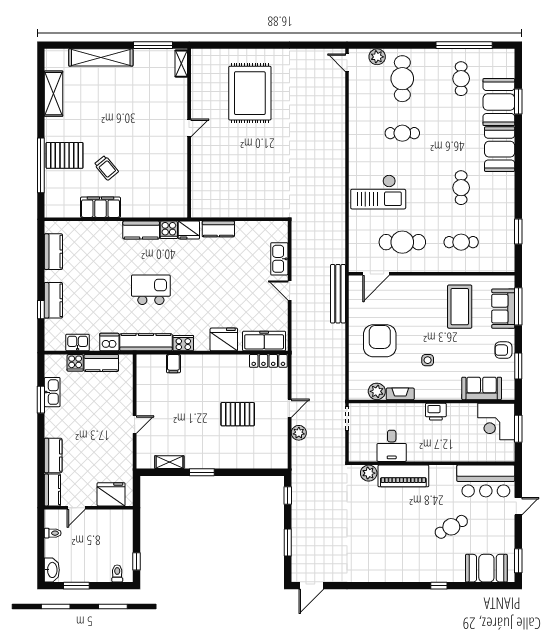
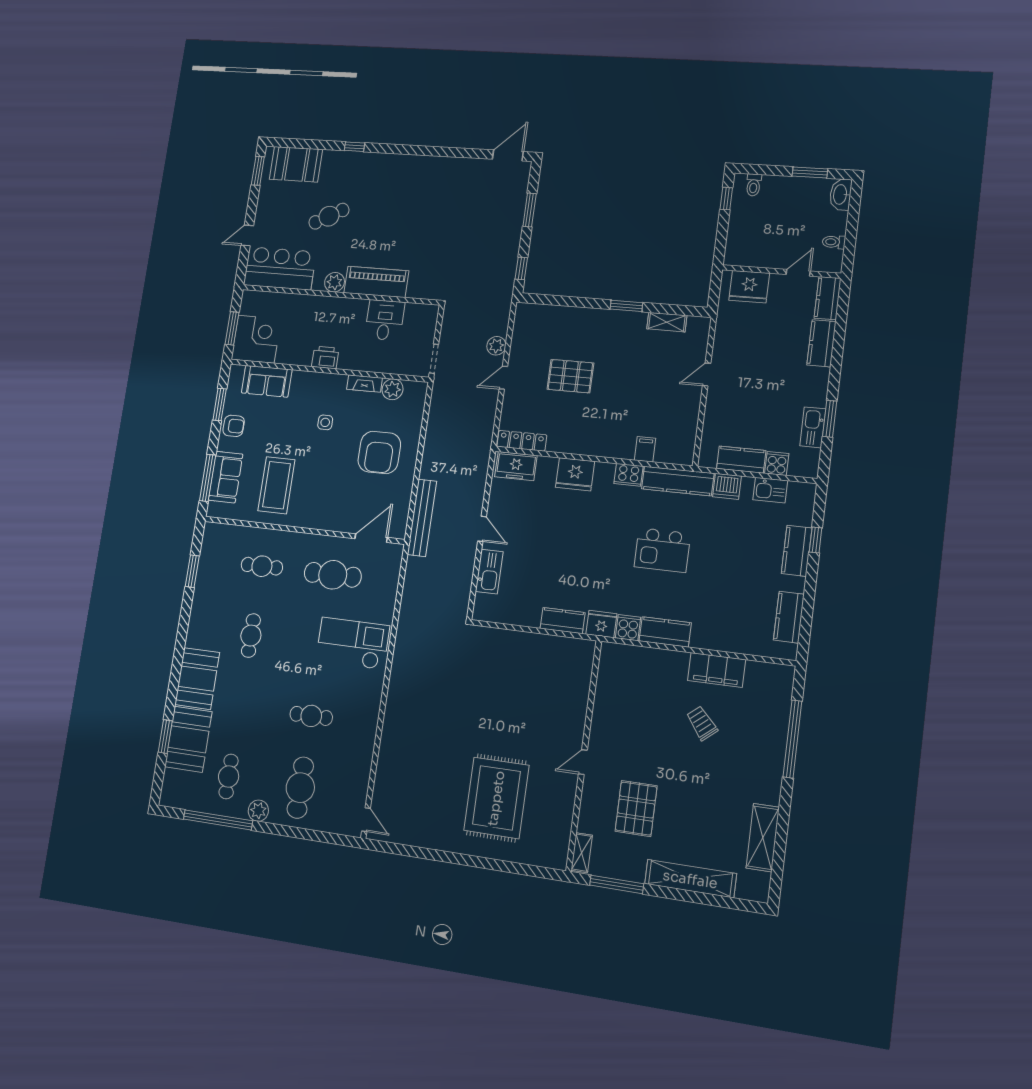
plant: (377, 57) -> (258, 811), moved
pallet: (65, 155) -> (636, 808), moved, turned 90
freezer: (264, 341) -> (516, 466), width x0.71
plant: (369, 473) -> (334, 282), moved

